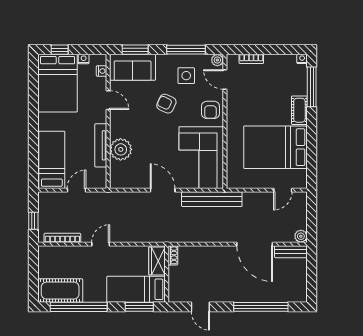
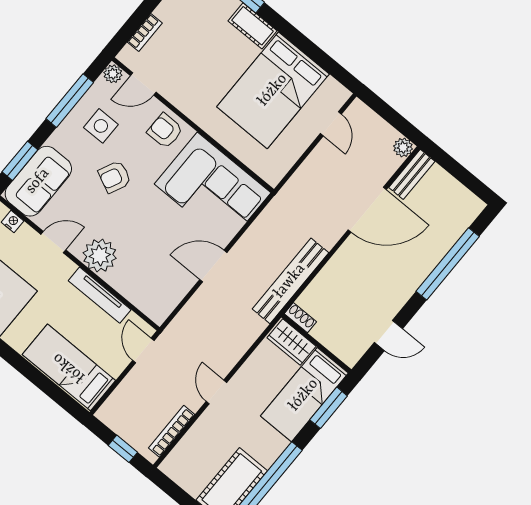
armchair: (210, 110) -> (165, 131), turned 180
plant: (121, 149) -> (100, 256), moved
door: (76, 190) -> (143, 351), moved
bench: (212, 199) -> (290, 281), moved

